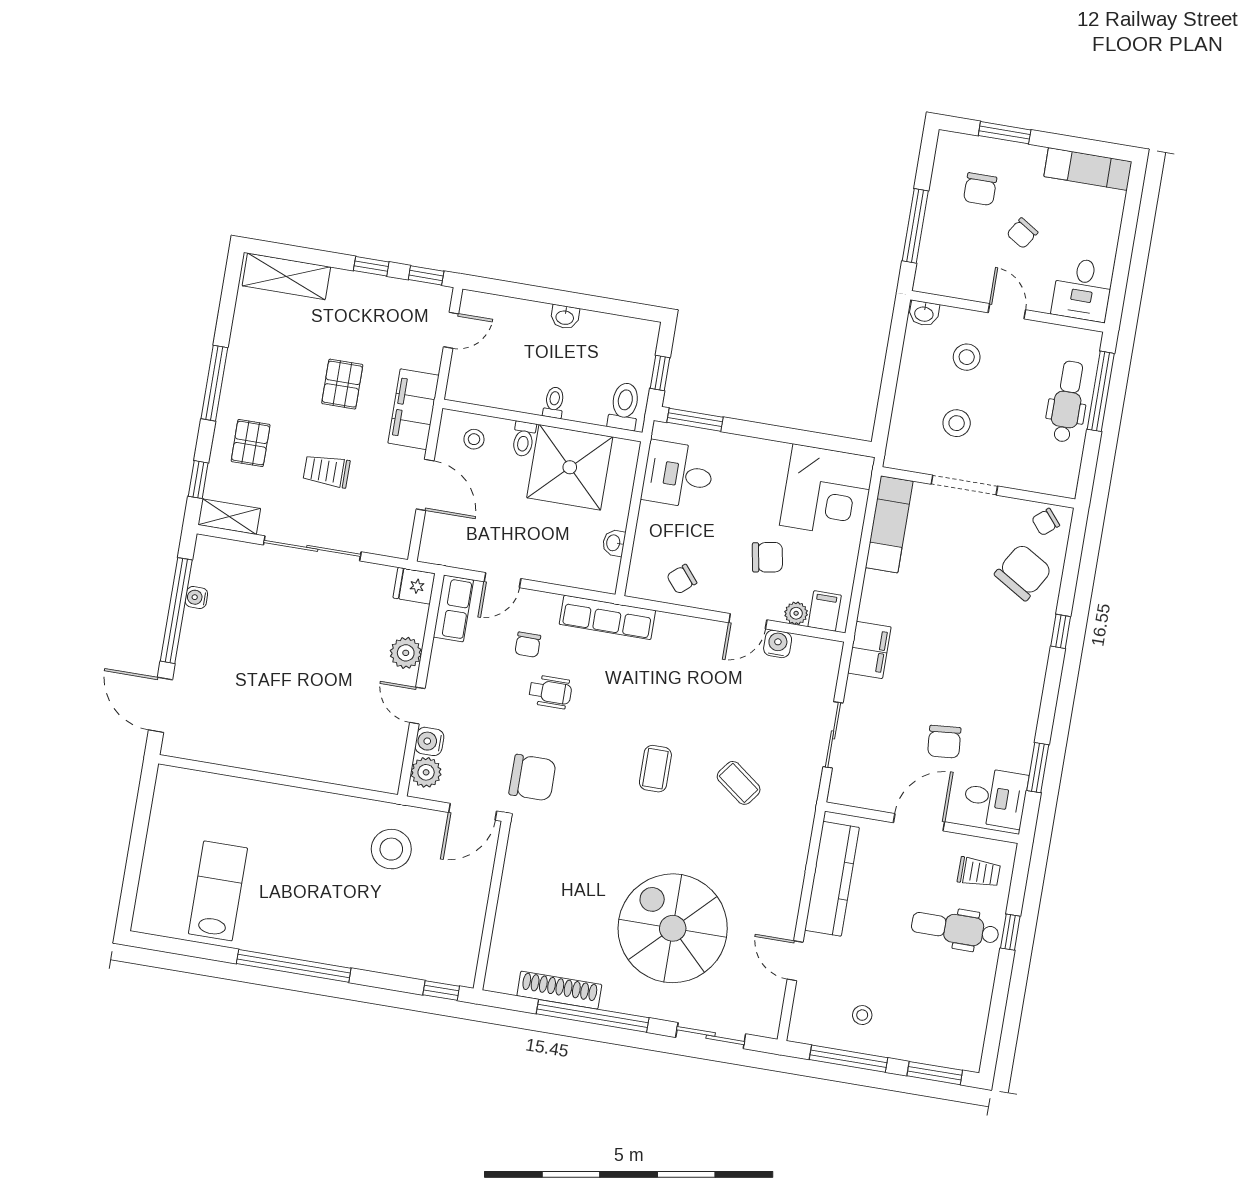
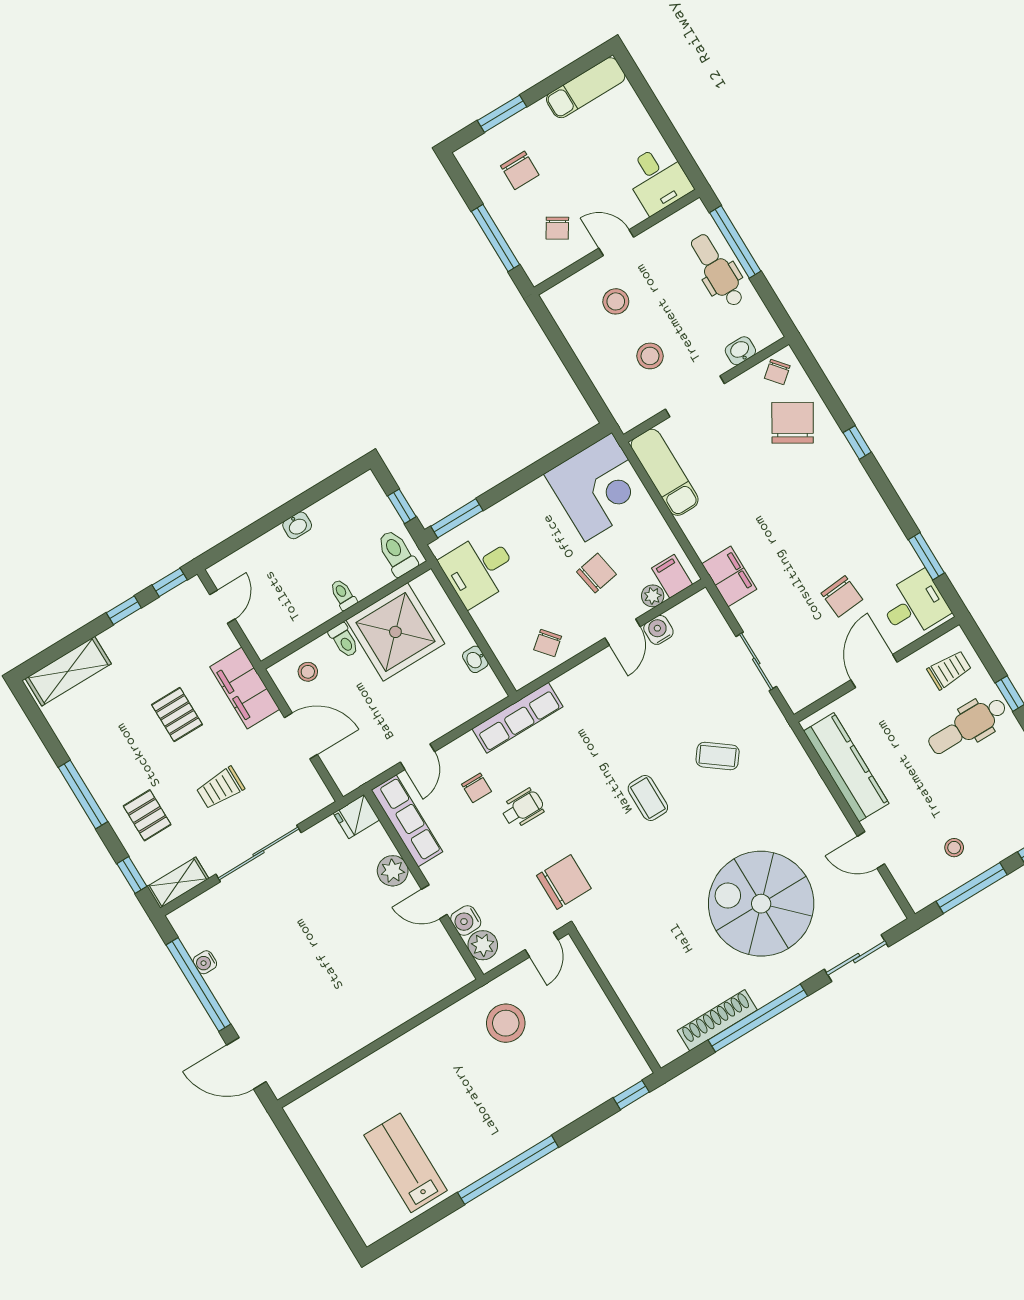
chair: (1022, 233) -> (557, 228), moved
washbasin: (924, 313) -> (740, 351), moved, turned 180
row of seats: (453, 608) -> (407, 821), width x1.48
door: (473, 812) -> (542, 945), width x0.73

